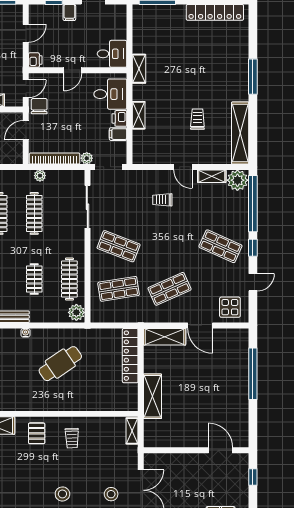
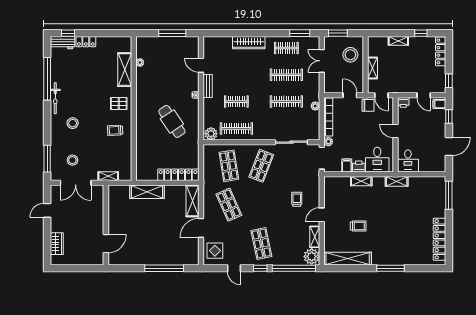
filing cabinet: (69, 13) -> (439, 104), moved
shop shelf: (220, 246) -> (261, 243), turned -36
shelving: (132, 431) -> (108, 176), moved
window: (253, 477) -> (85, 268), removed

